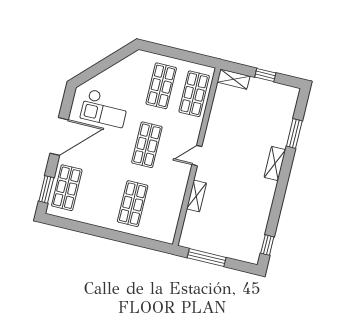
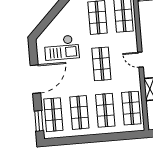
door: (197, 156) -> (140, 60), hinge flipped
shop shelf: (100, 196) -> (79, 112), added
shop shelf: (166, 212) -> (131, 108), added

